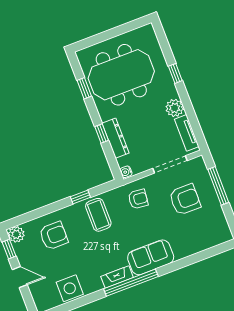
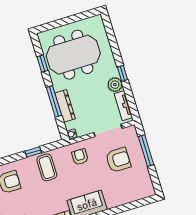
window: (175, 73) -> (122, 73), moved
window: (102, 133) -> (54, 101), width x2.17
armchair: (138, 199) -> (80, 157), turned -96

